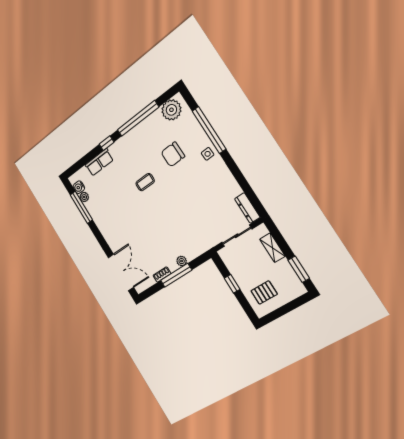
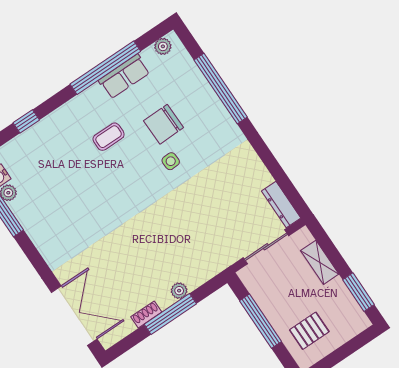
plant: (171, 110) -> (163, 46), width x0.53, depth x0.53
window: (107, 143) -> (26, 121), moved
side table: (208, 154) -> (171, 161), moved
row of seats: (99, 162) -> (124, 76), moved
coffee table: (145, 182) -> (109, 137), moved
window: (232, 284) -> (261, 321), width x2.17

